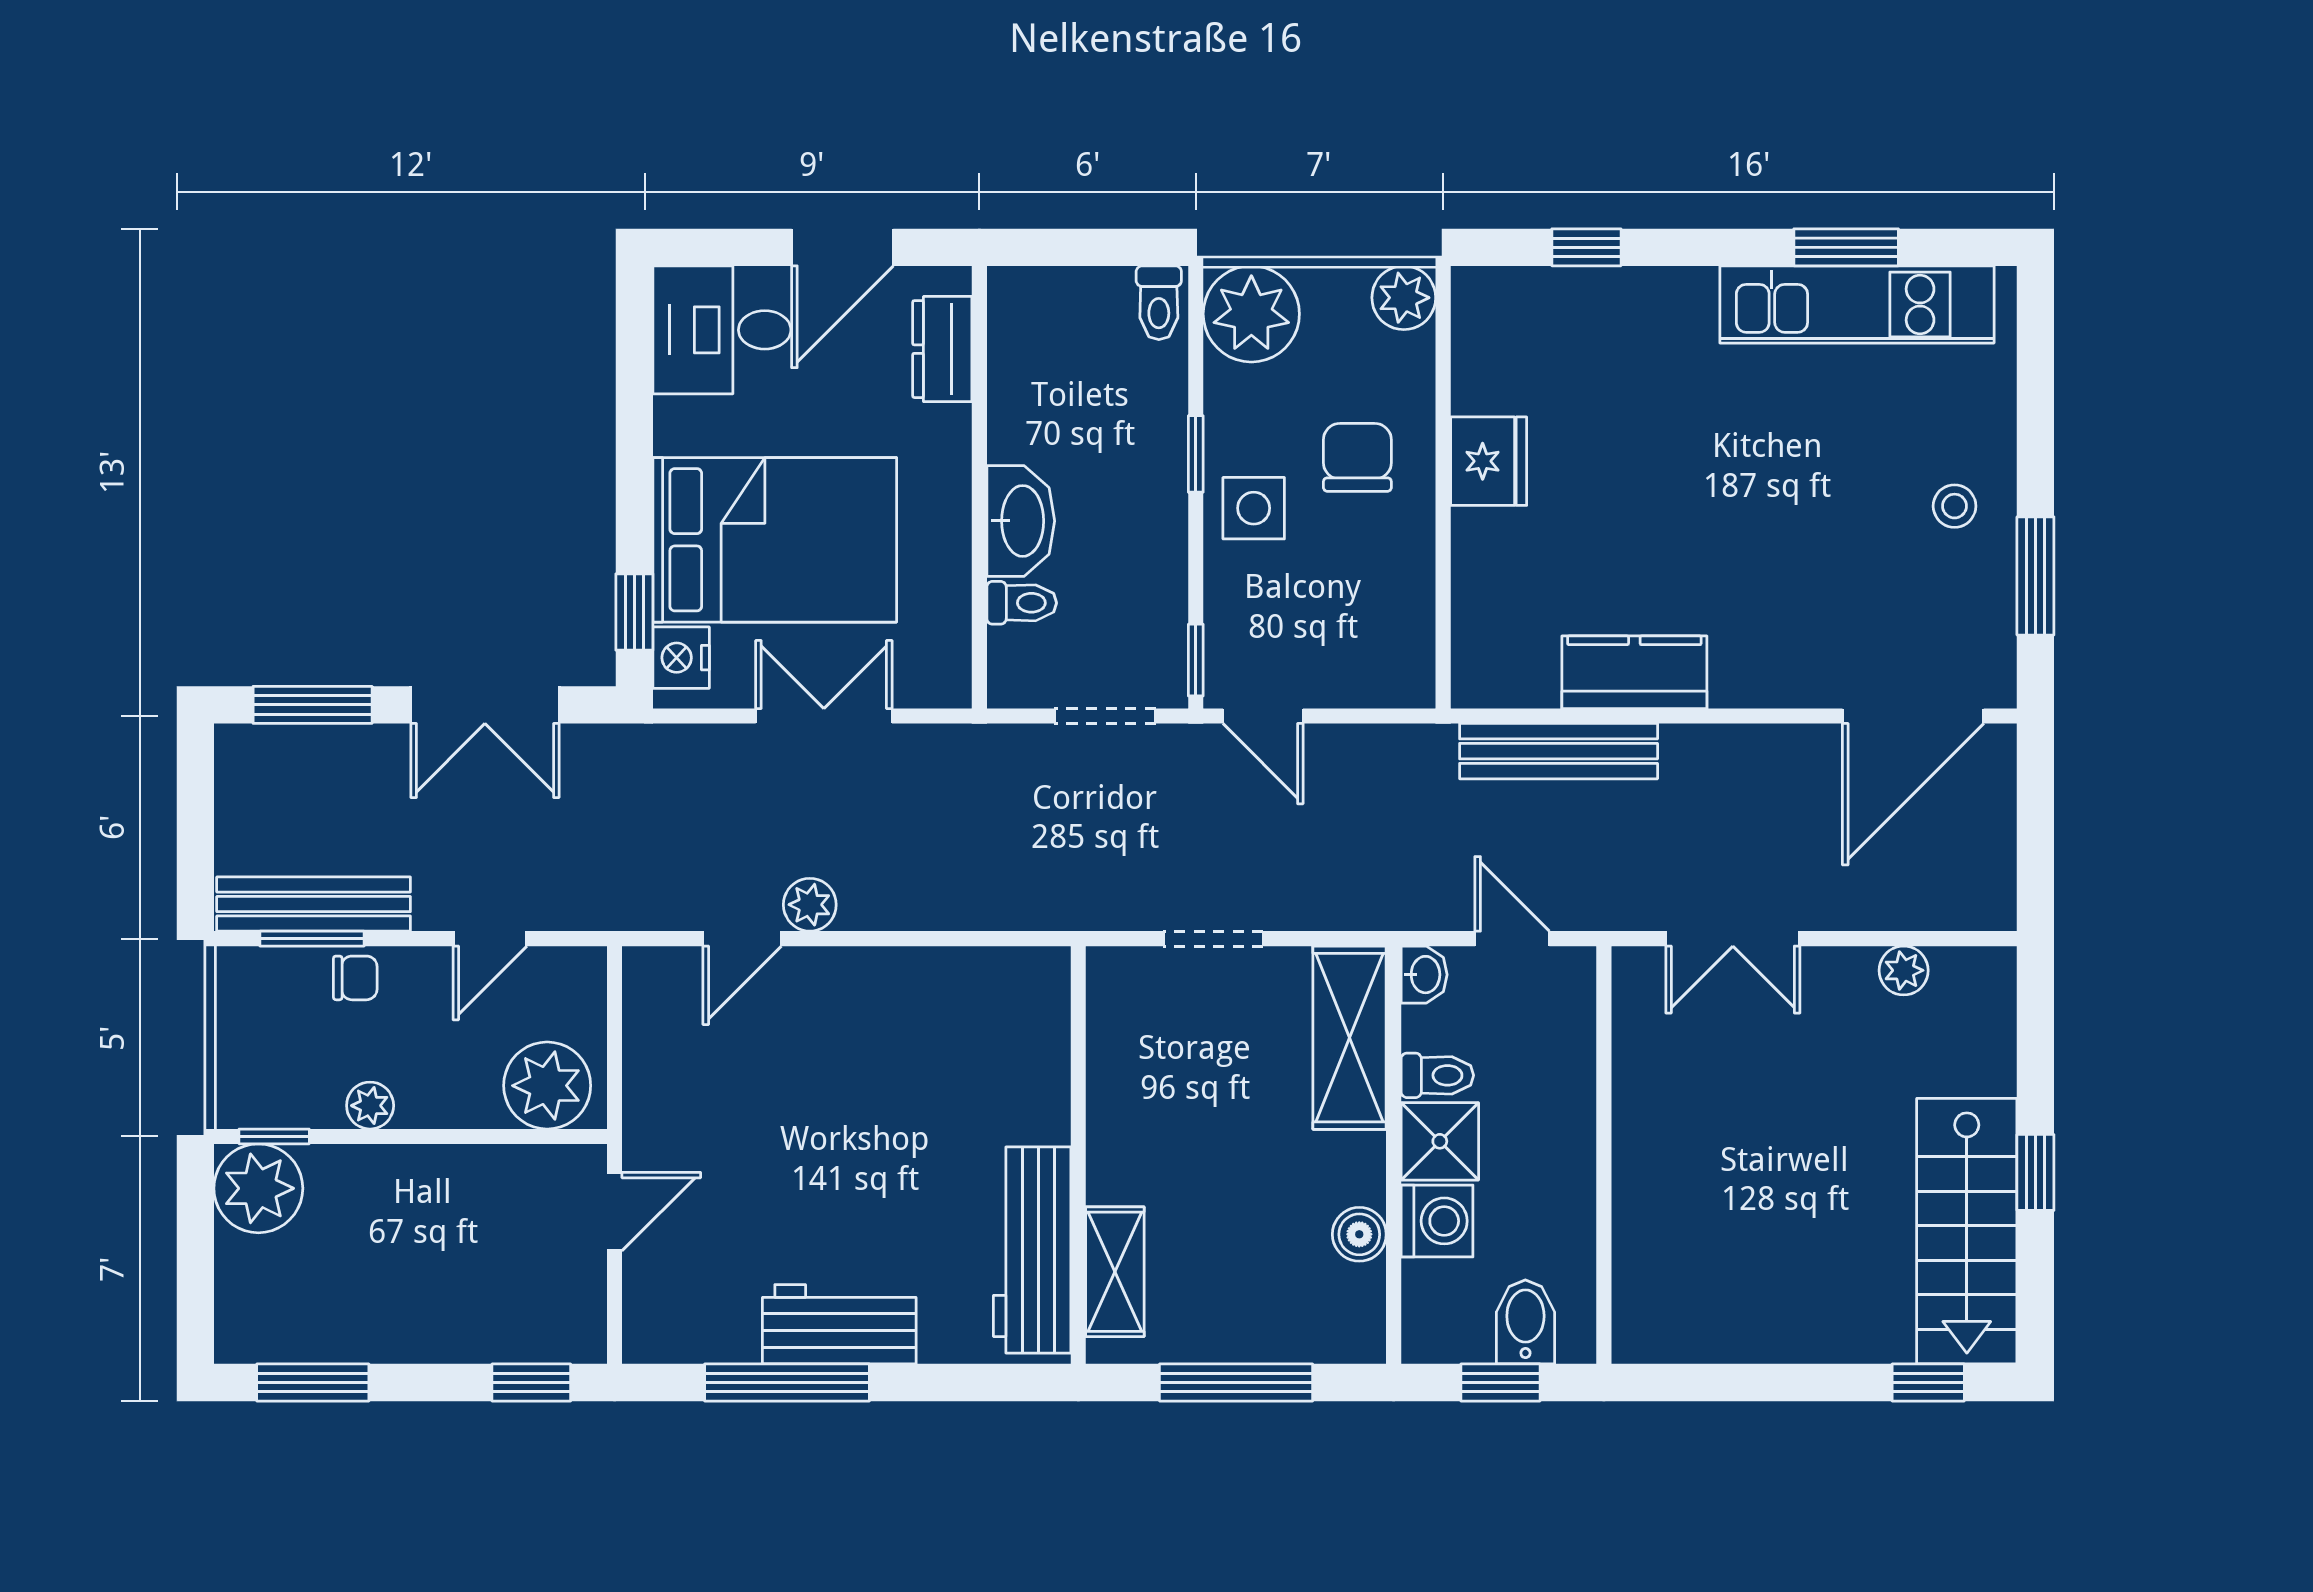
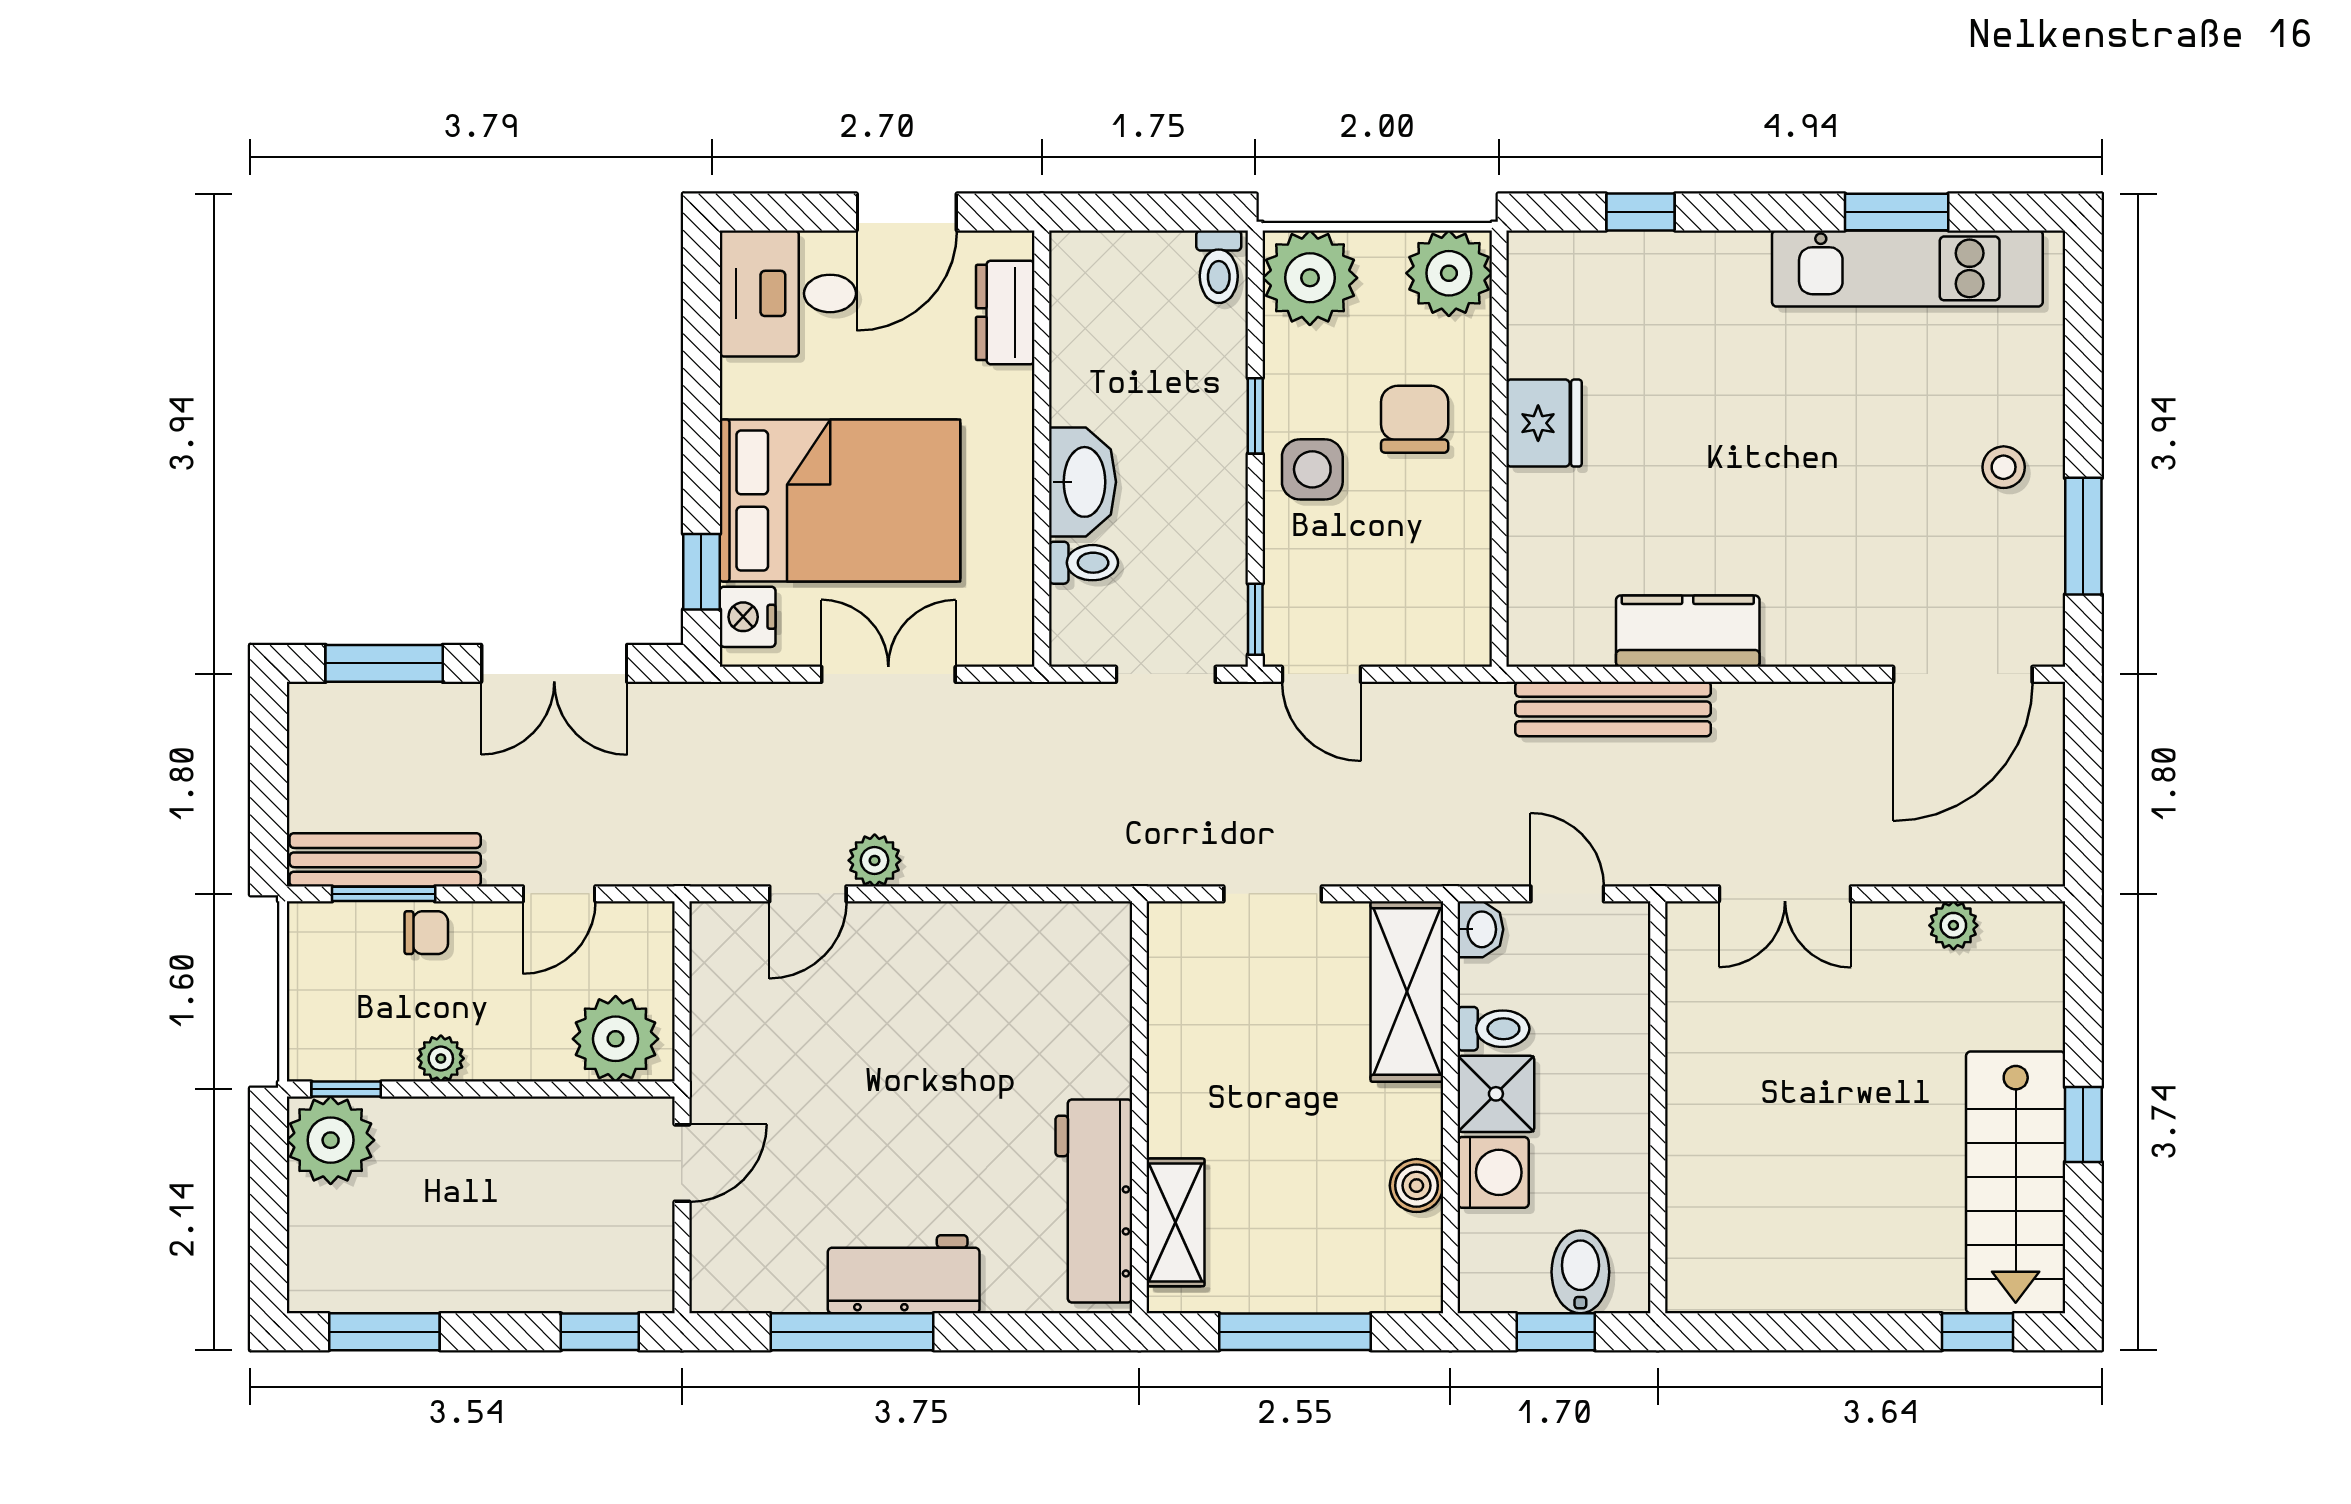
plant: (1404, 298) -> (1449, 273), width x1.36, depth x1.36

